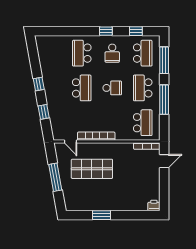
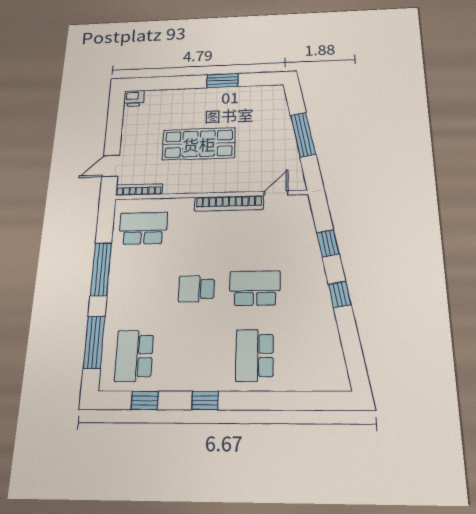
school desk: (82, 53) -> (255, 355), turned 180
school desk: (112, 53) -> (194, 356), removed
school desk: (82, 88) -> (255, 288), turned 90
school desk: (143, 88) -> (139, 290), removed
school desk: (143, 123) -> (143, 228), turned 90
door: (71, 142) -> (276, 193), hinge flipped
shop shelf: (92, 169) -> (199, 144), moved

